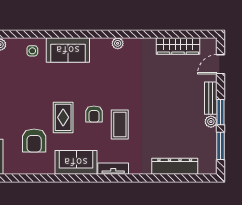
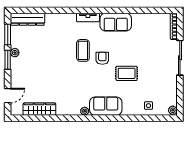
sofa: (68, 50) -> (106, 106), moved
bench: (211, 98) -> (15, 70), removed
rug: (63, 117) -> (127, 73), moved, turned 90
armchair: (34, 140) -> (147, 38), removed
dresser: (175, 166) -> (27, 19), moved

